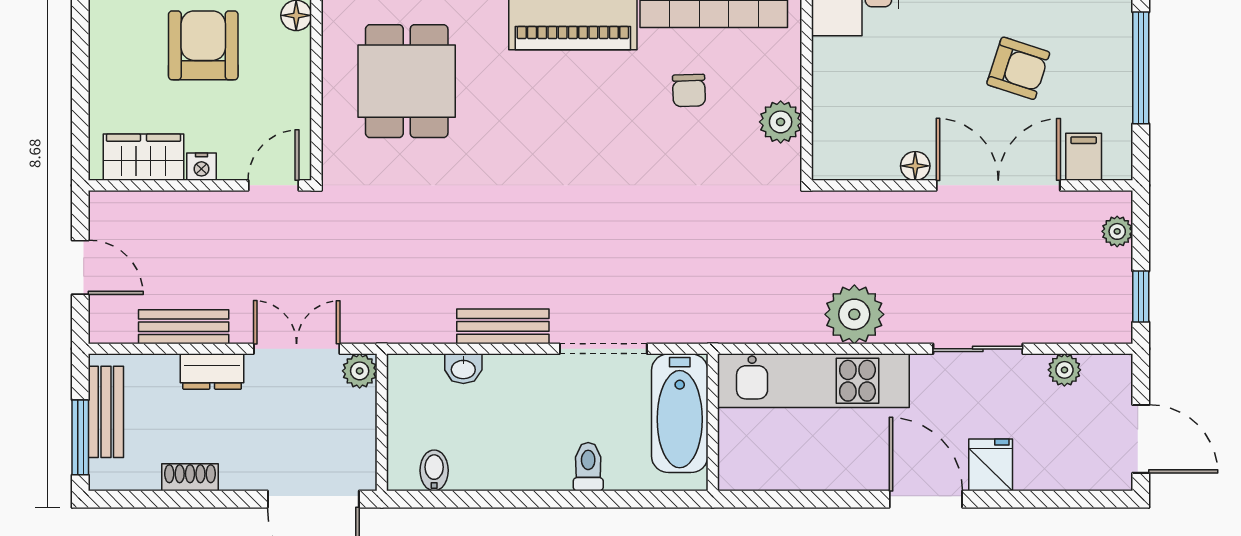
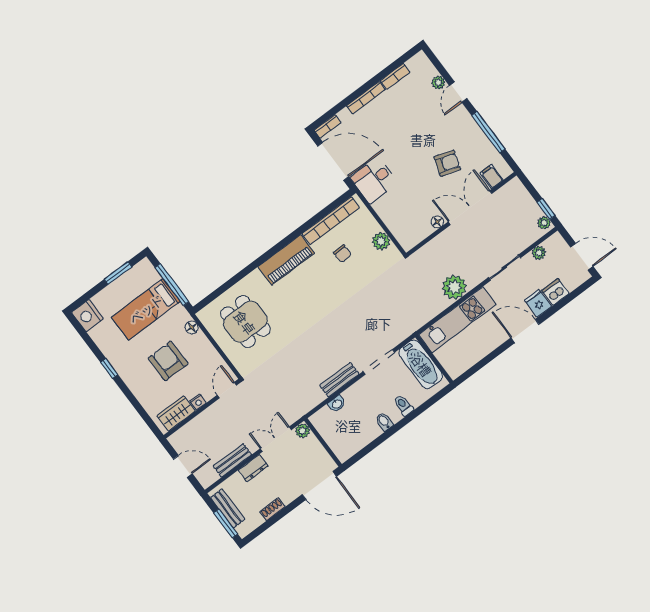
plant: (1117, 231) -> (544, 223), moved
dishwasher: (1040, 468) -> (555, 292), added
bidet: (434, 470) -> (384, 422), moved

